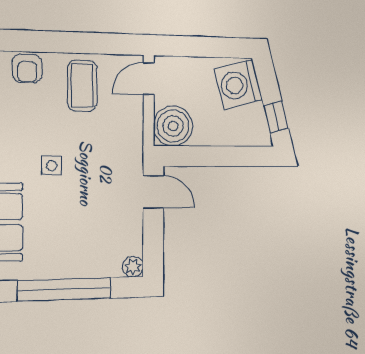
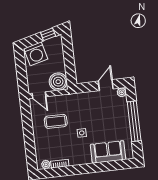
armchair: (27, 68) -> (42, 148), removed
coffee table: (82, 86) -> (56, 121), moved
door: (153, 192) -> (106, 85), moved

